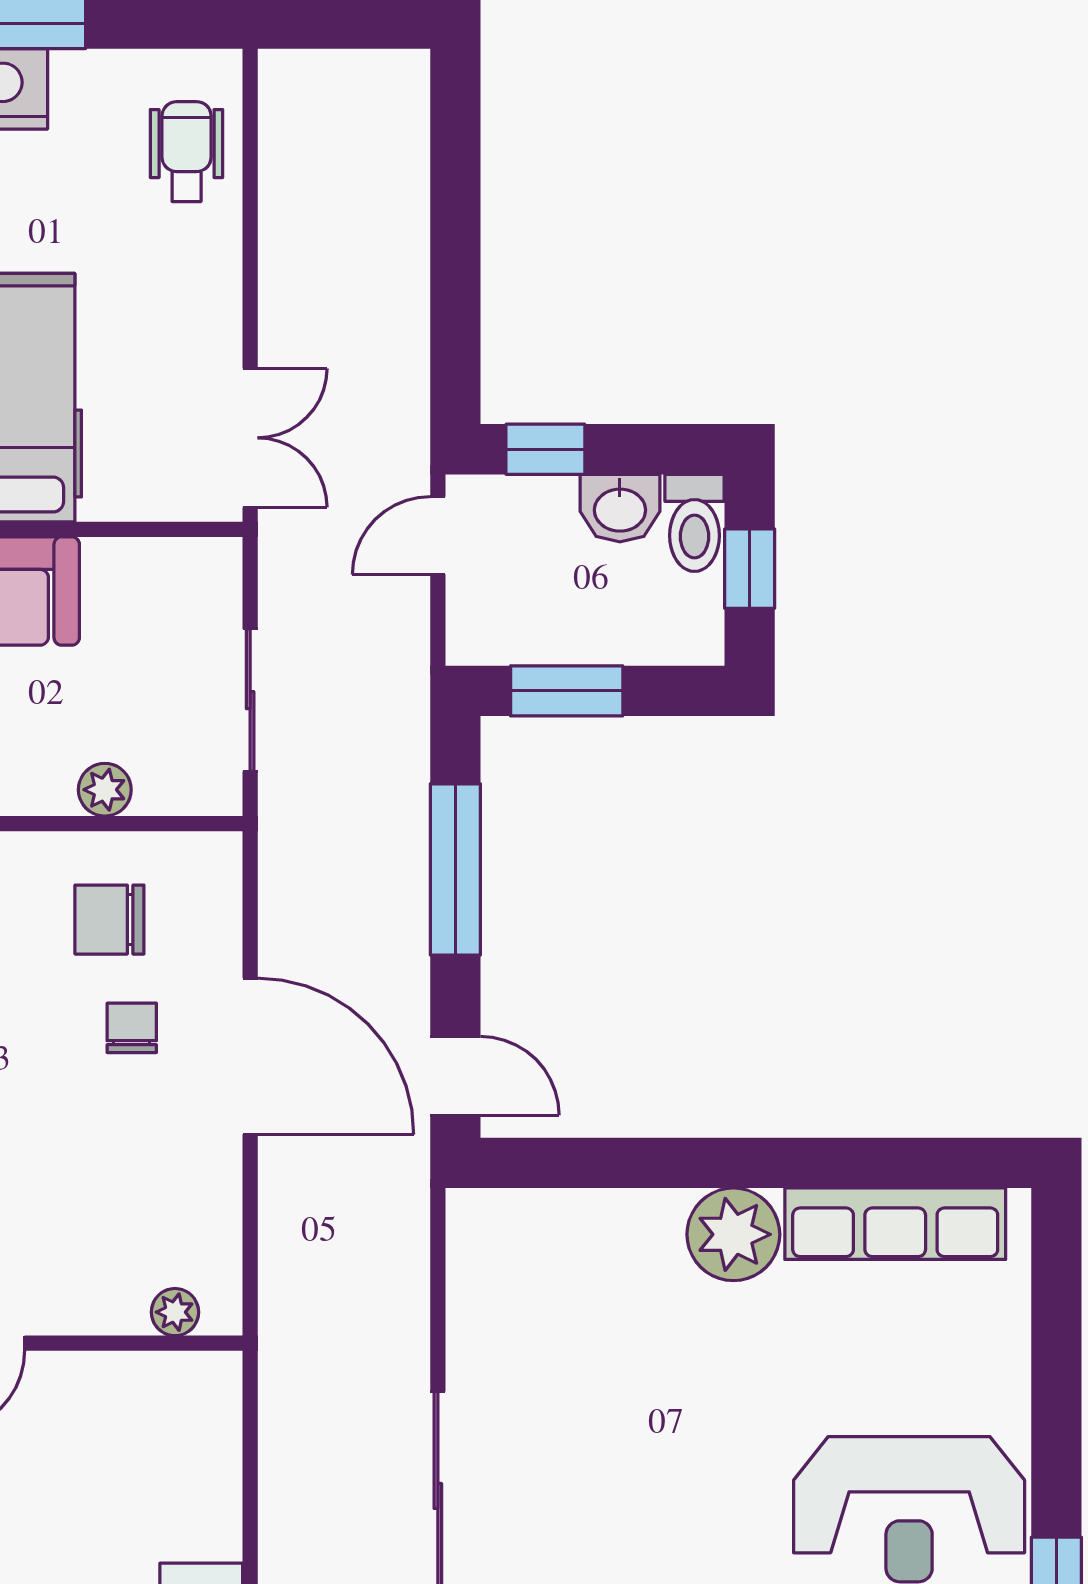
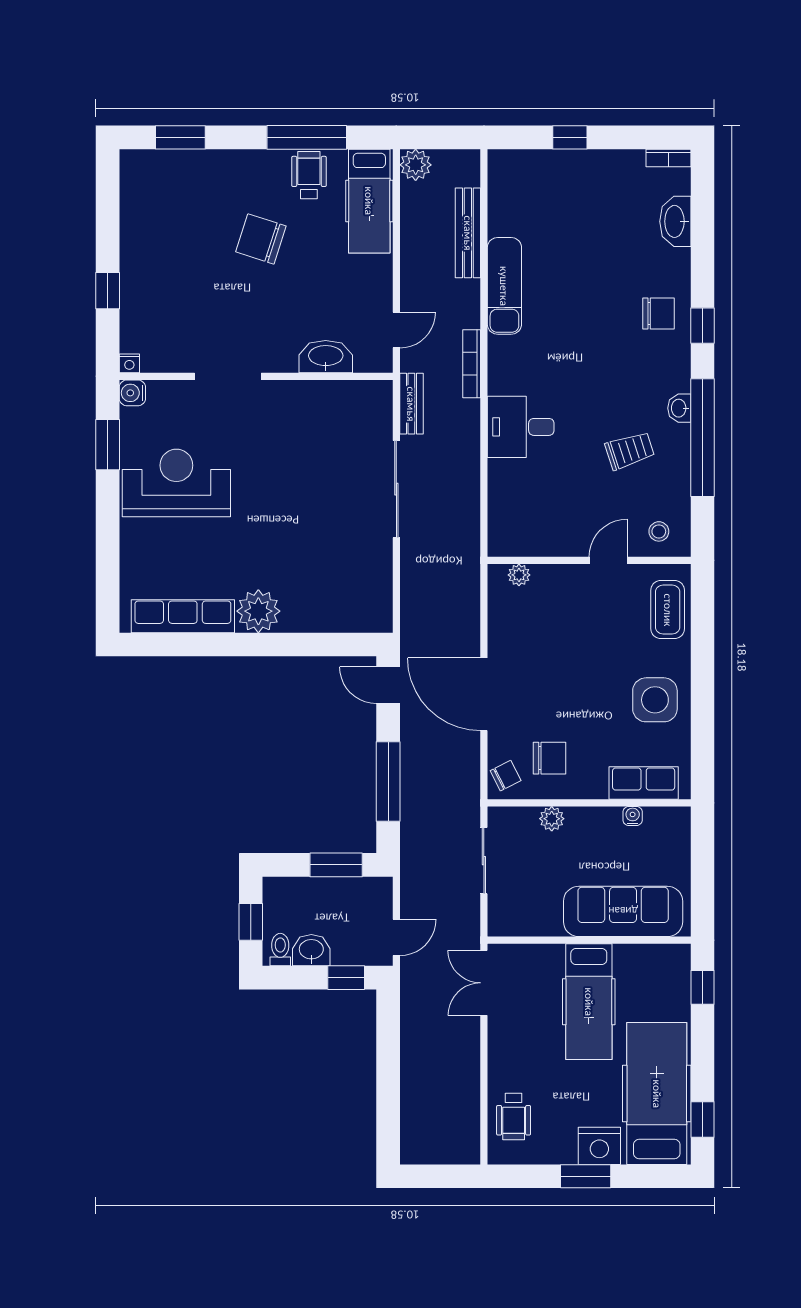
toilet: (694, 523) -> (280, 950), width x0.73, depth x0.72
chair: (132, 1028) -> (506, 776), moved, turned -117

